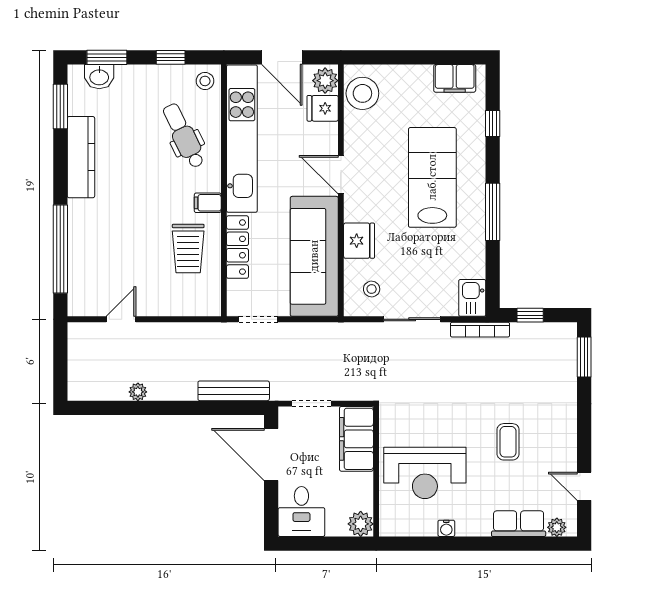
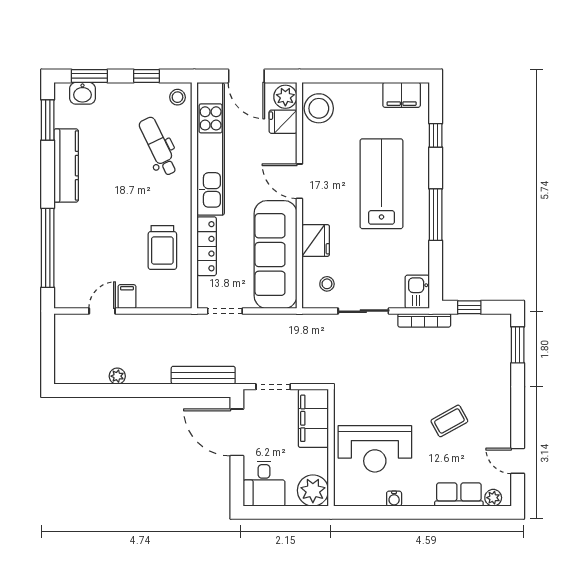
filing cabinet: (208, 203) -> (127, 297), moved, turned 90
coffee table: (508, 442) -> (449, 421), turned 61
plant: (361, 524) -> (313, 490), width x1.36, depth x1.36

